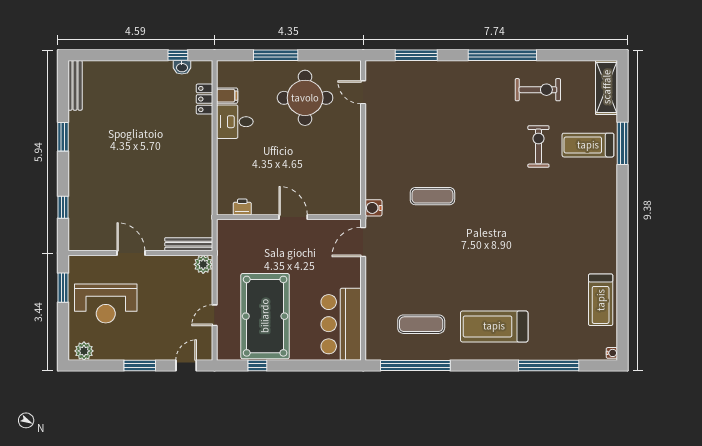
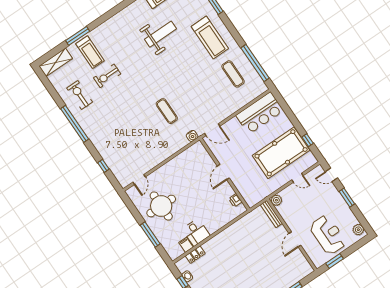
window: (416, 55) -> (103, 166), width x0.46
weight bench: (546, 261) -> (161, 34), added

